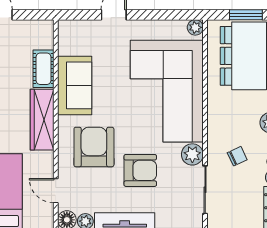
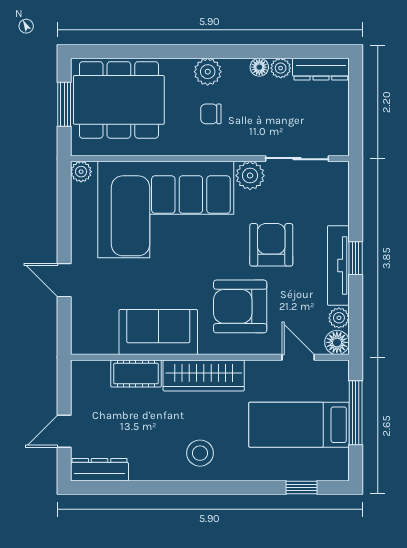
chair: (237, 156) -> (211, 114), moved, turned -65
door: (56, 191) -> (298, 357), swing flipped

